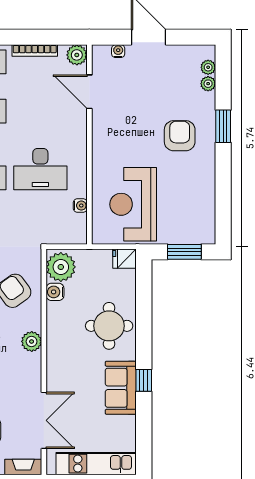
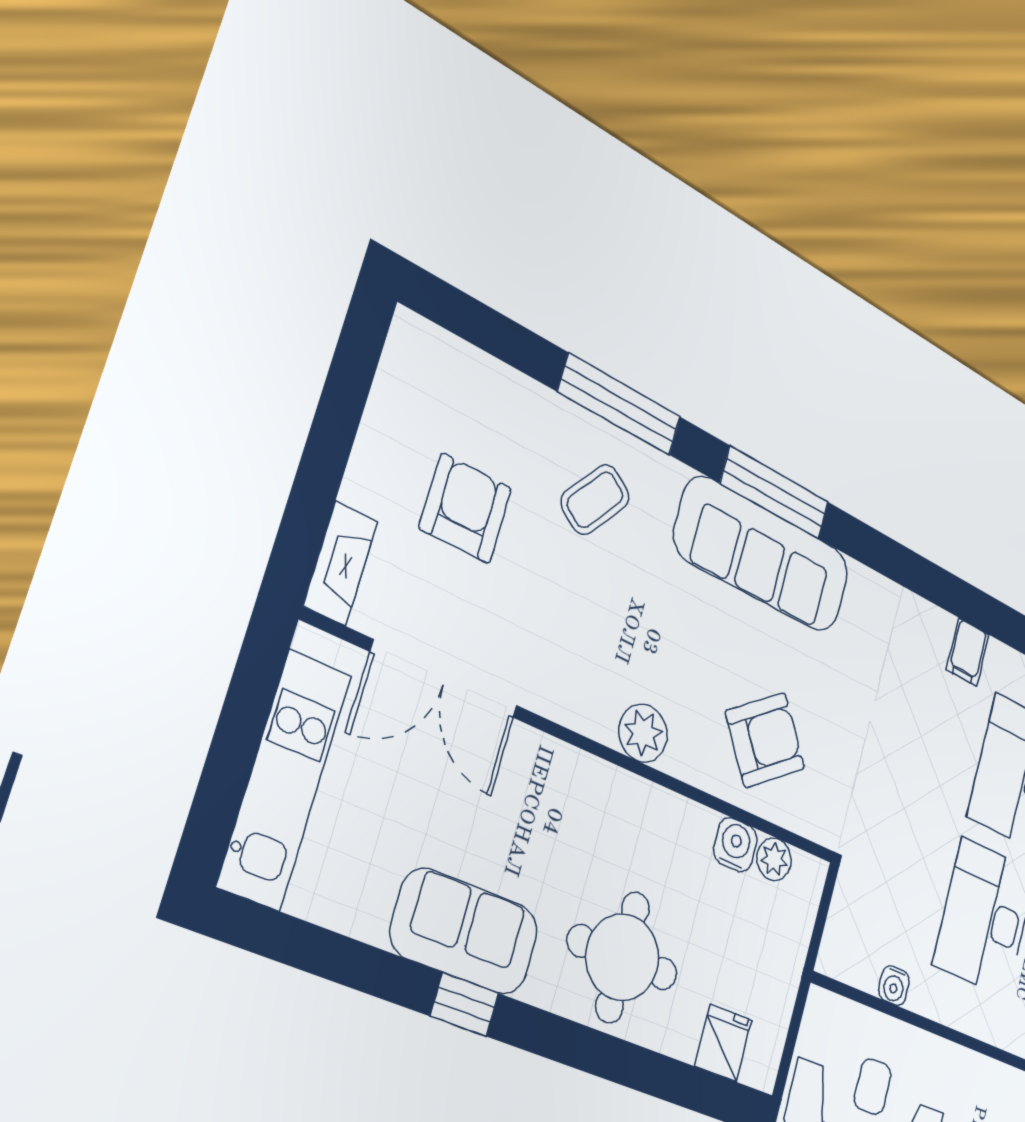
fridge: (125, 259) -> (723, 1043), moved
plant: (61, 267) -> (774, 859), width x0.53, depth x0.53

